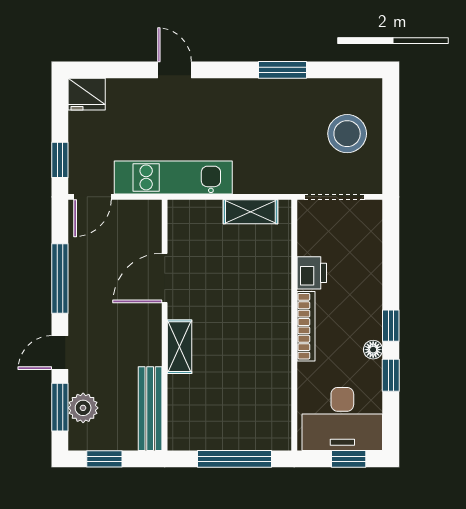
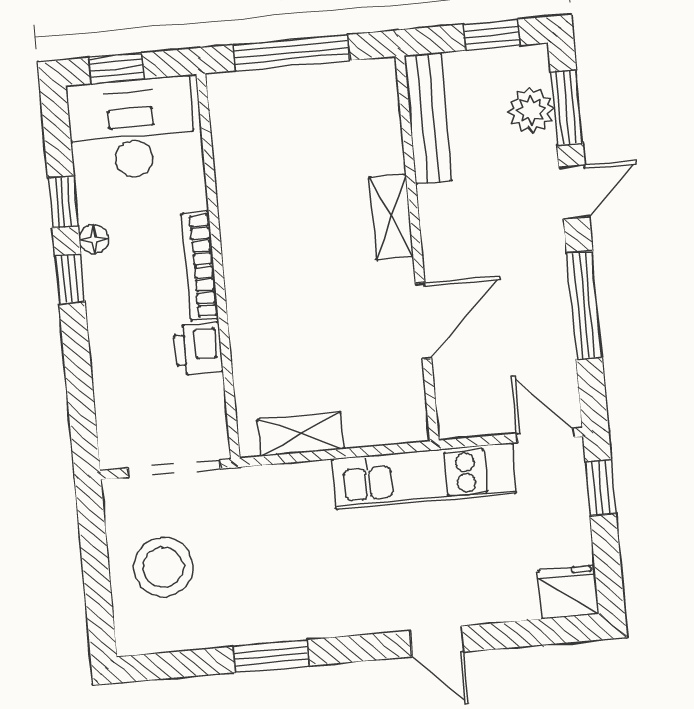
door: (92, 197) -> (545, 435), hinge flipped

